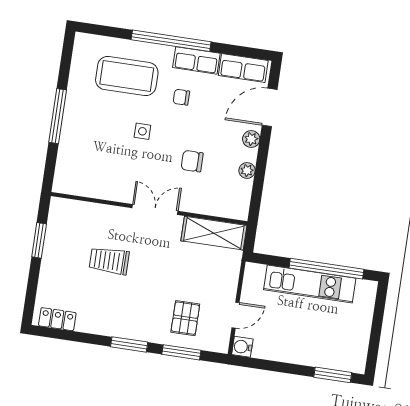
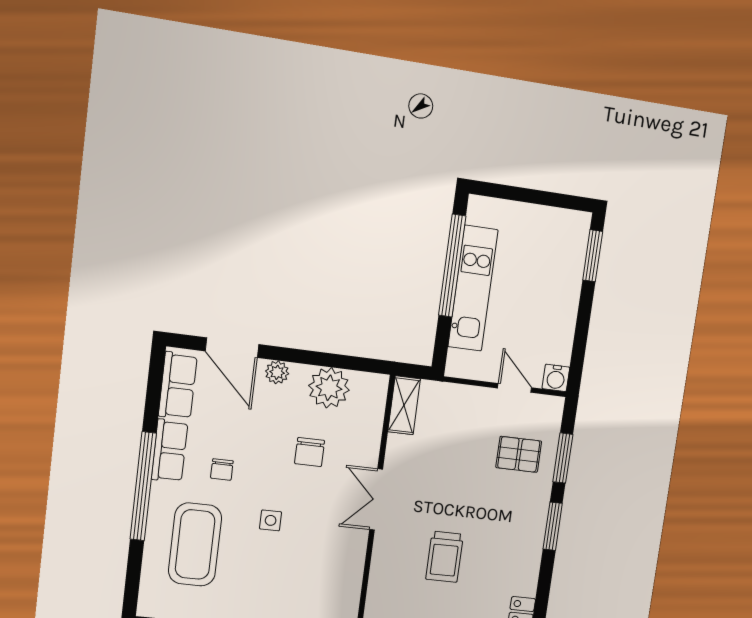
plant: (247, 170) -> (329, 388), width x1.87, depth x1.87
shelving: (214, 233) -> (404, 405), width x0.67, depth x0.75

